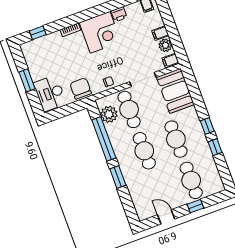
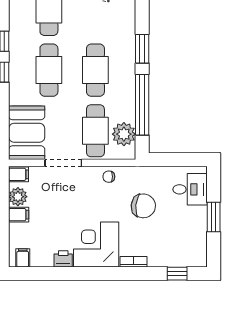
chair: (81, 88) -> (143, 206), moved, turned -84
desk: (50, 93) -> (190, 189), width x0.73

